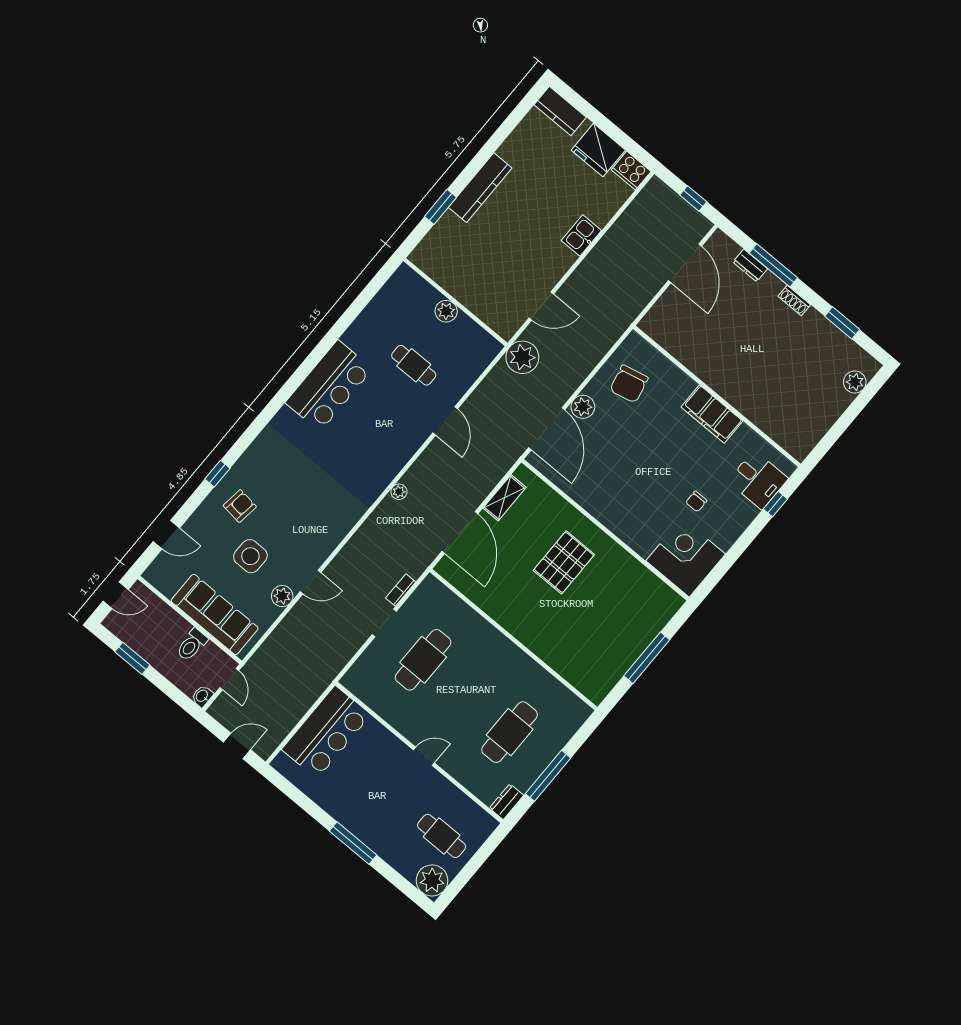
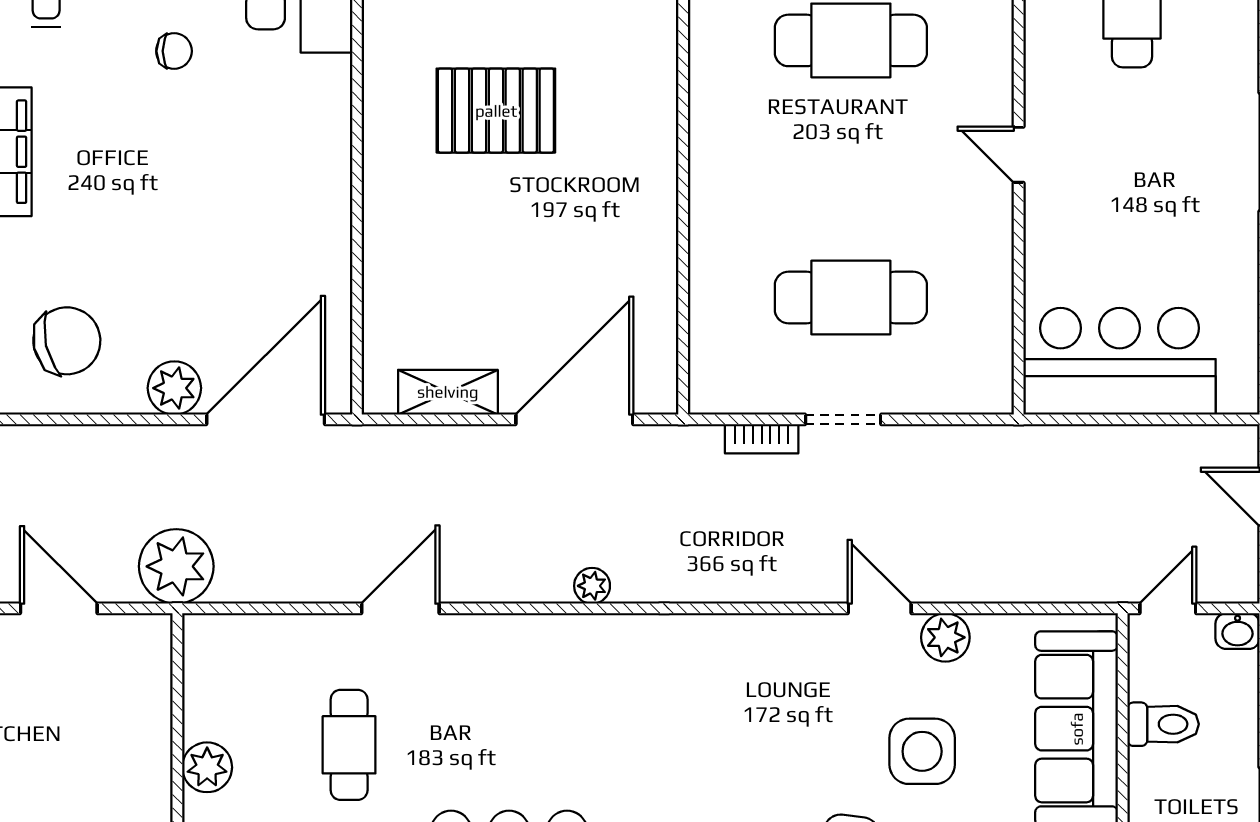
pallet: (564, 562) -> (496, 111), moved

